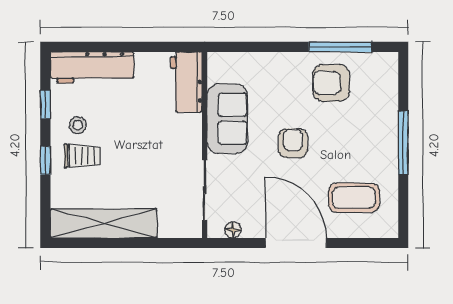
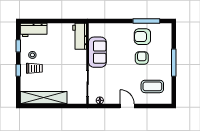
workbench: (92, 67) -> (34, 30), width x0.73
armchair: (293, 143) -> (142, 58), moved
door: (296, 243) -> (127, 106), width x0.53

